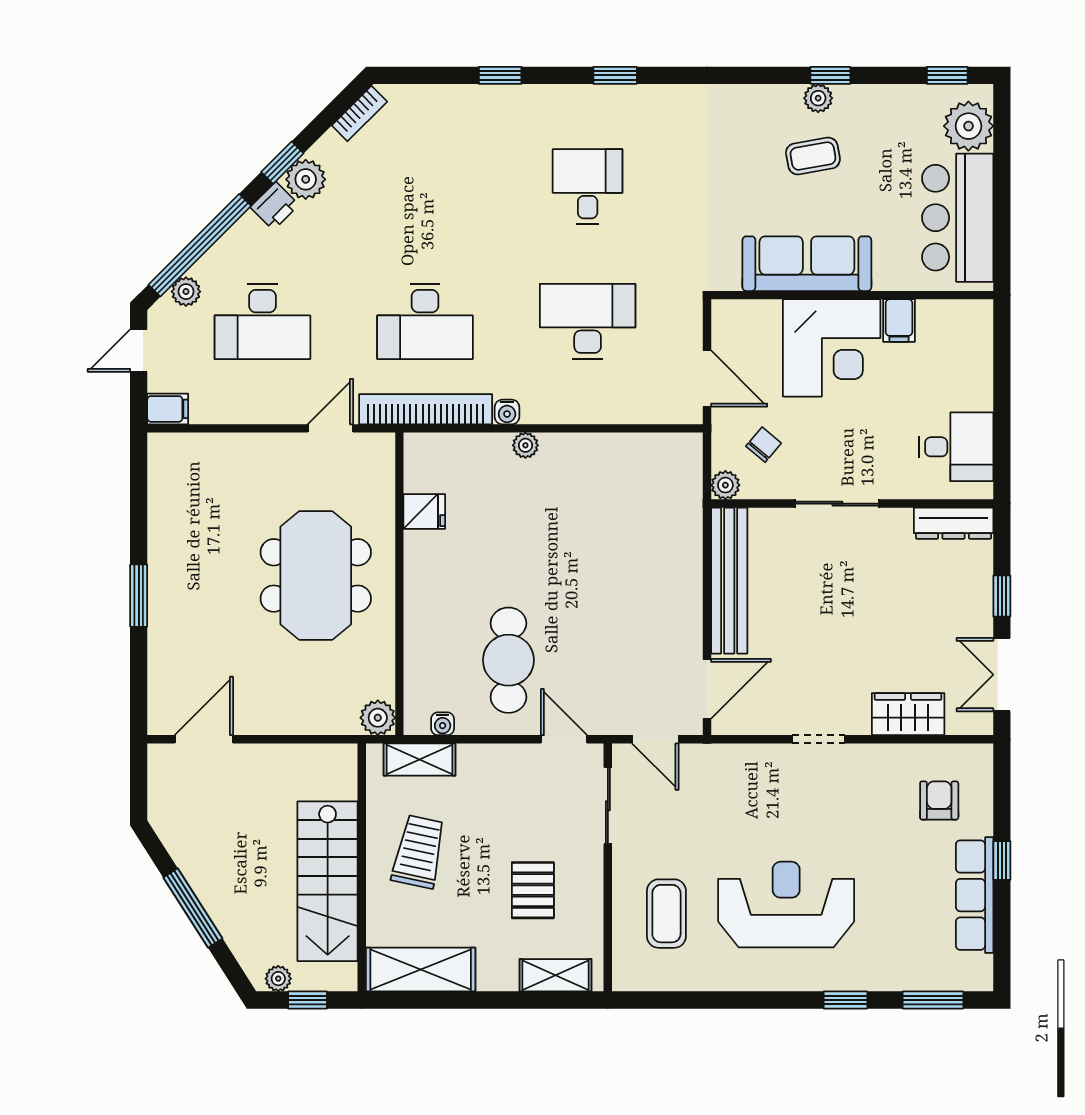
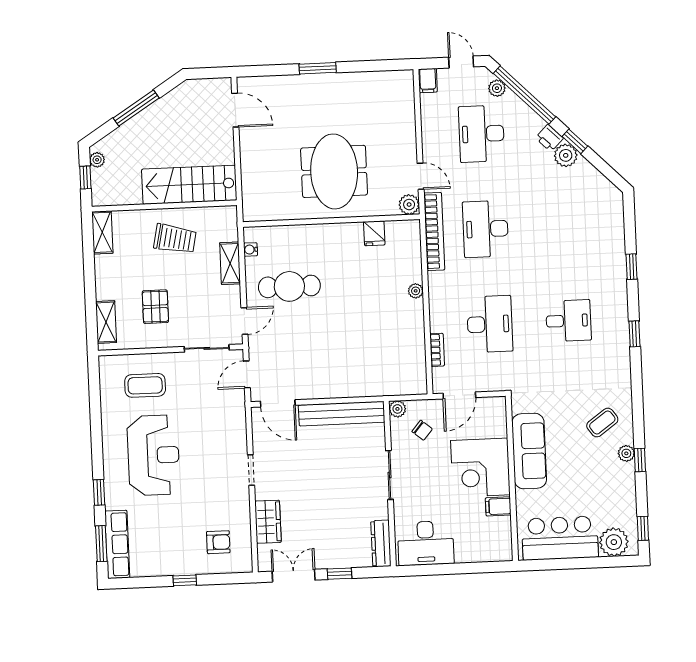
bookcase: (359, 114) -> (437, 350), moved, turned -135
coffee table: (813, 156) -> (602, 423), moved, turned 64
water cooler: (507, 412) -> (435, 279), removed
desk: (956, 447) -> (426, 543), width x1.37
meeting table: (316, 575) -> (334, 171), turned 90
plant: (378, 718) -> (409, 205), moved
shelving: (420, 760) -> (230, 263), moved
stairs: (328, 881) -> (189, 185), moved
pallet: (533, 890) -> (155, 307), turned 90
row of seats: (975, 895) -> (117, 544), moved, turned 90
shelving: (421, 970) -> (102, 232), width x0.67, depth x0.75

